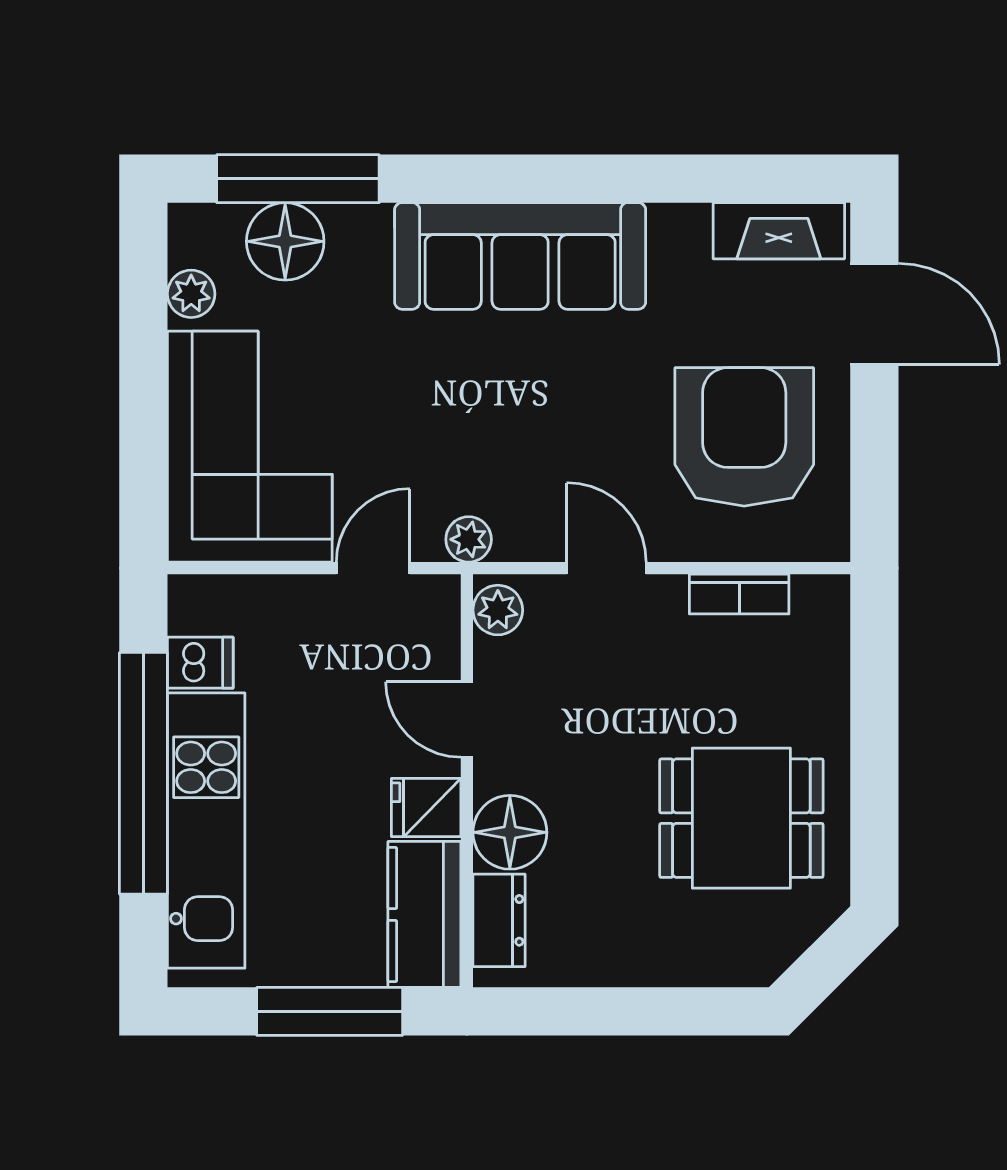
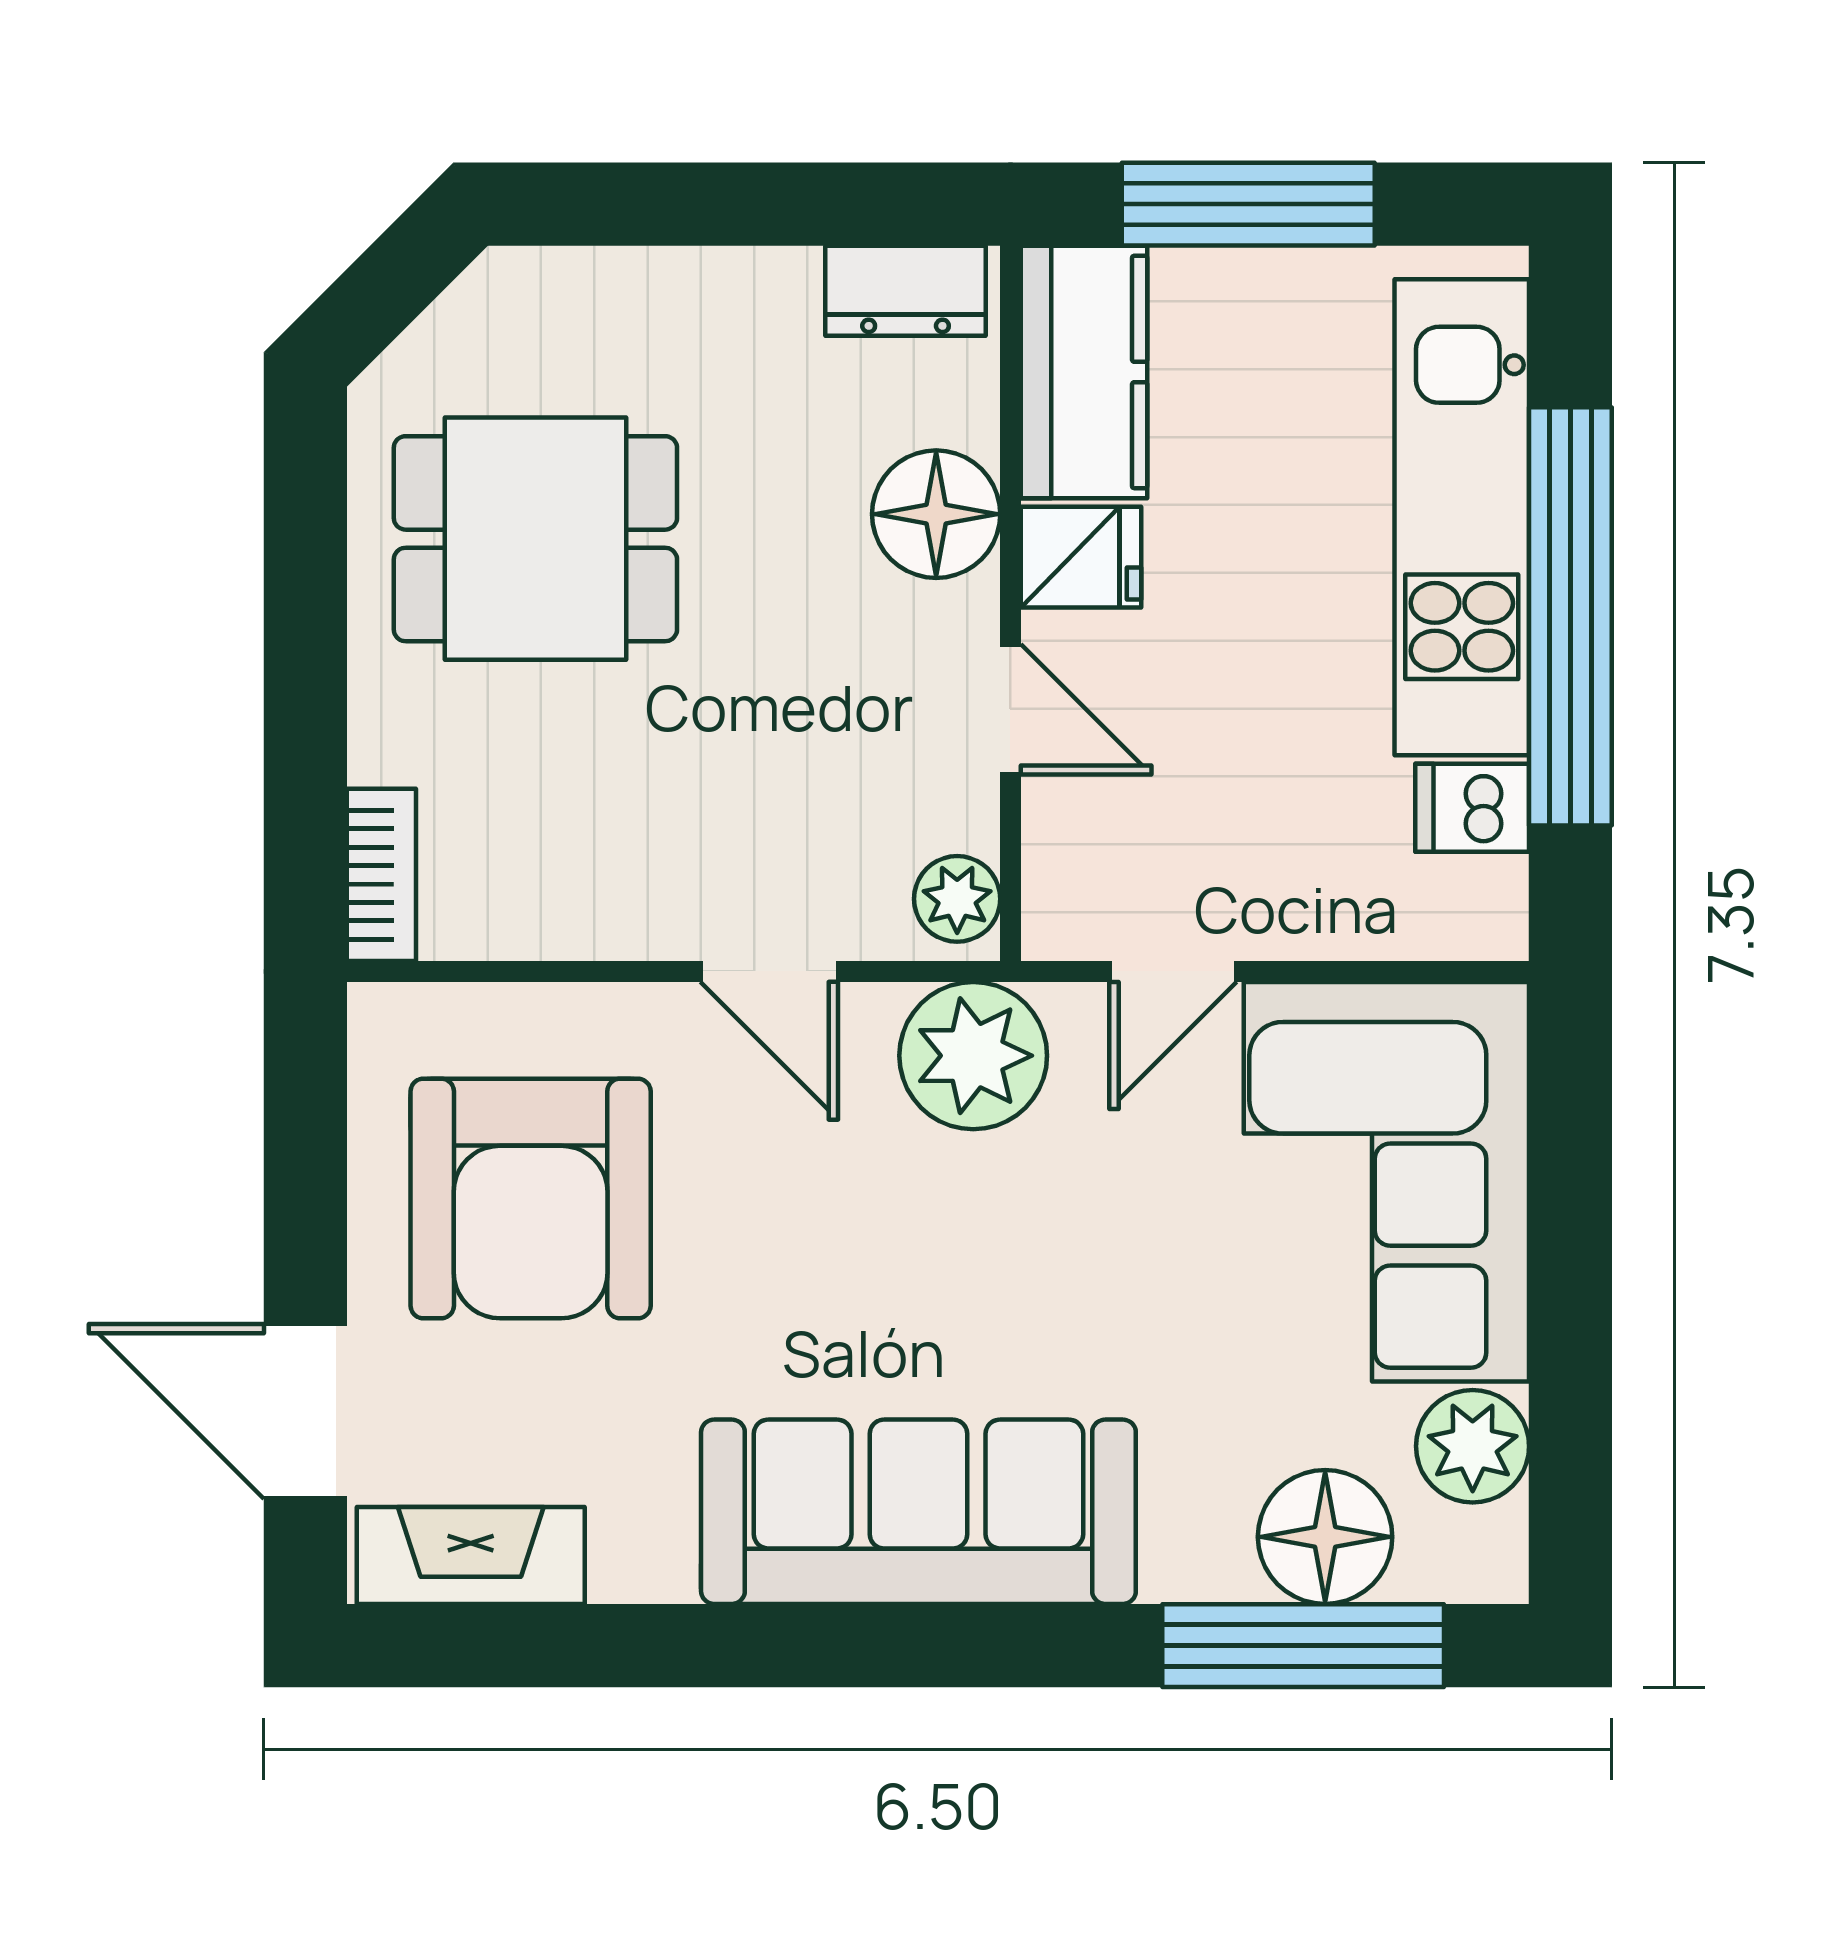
plant: (191, 294) -> (1473, 1446), width x1.38, depth x1.38
plant: (469, 539) -> (973, 1056), width x1.87, depth x1.87
bookcase: (739, 594) -> (381, 875), moved, turned 90
dresser: (499, 920) -> (906, 291), moved, turned -90

